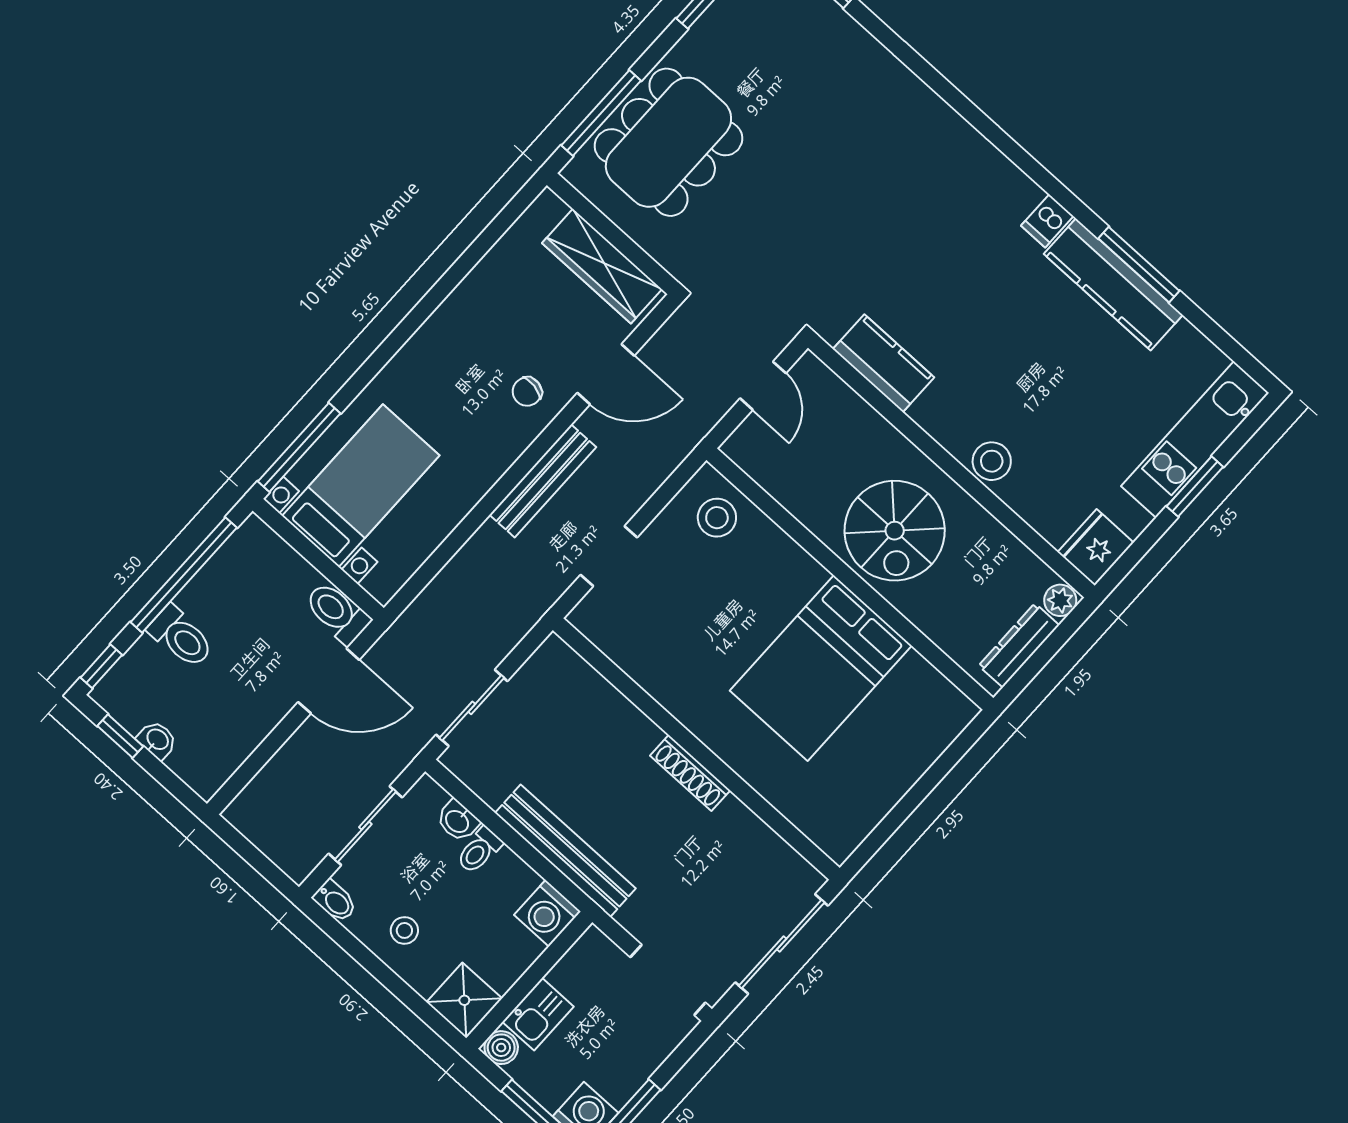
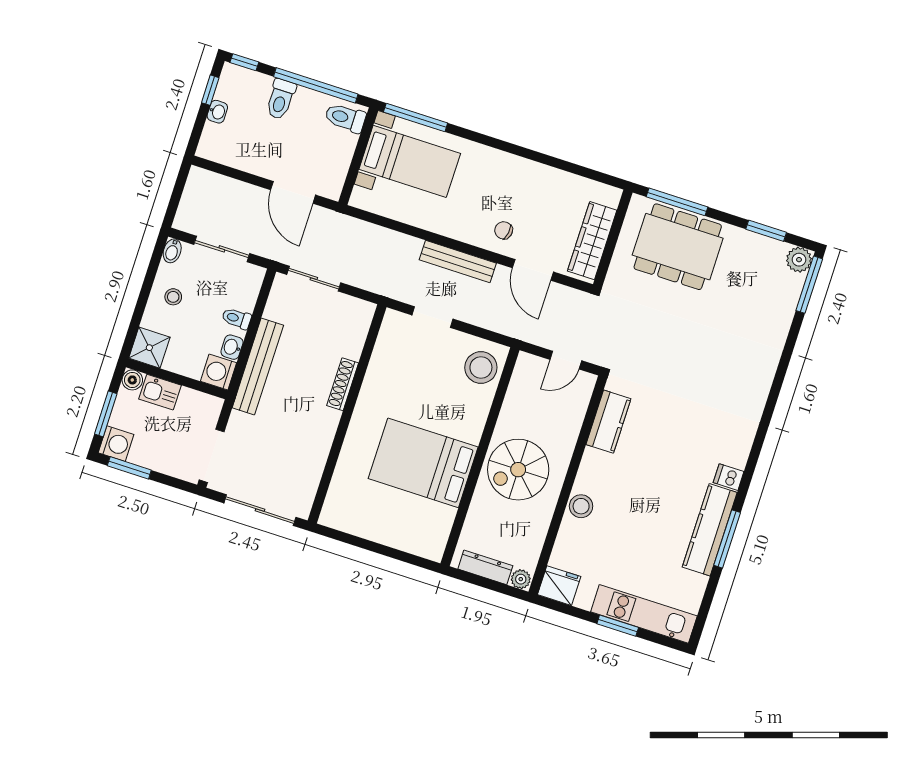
stool: (717, 518) -> (481, 367), width x1.38, depth x1.38
toilet: (337, 613) -> (345, 118), moved, turned -90
shoe rack: (690, 773) -> (343, 384), moved
washbasin: (458, 821) -> (232, 347), moved

